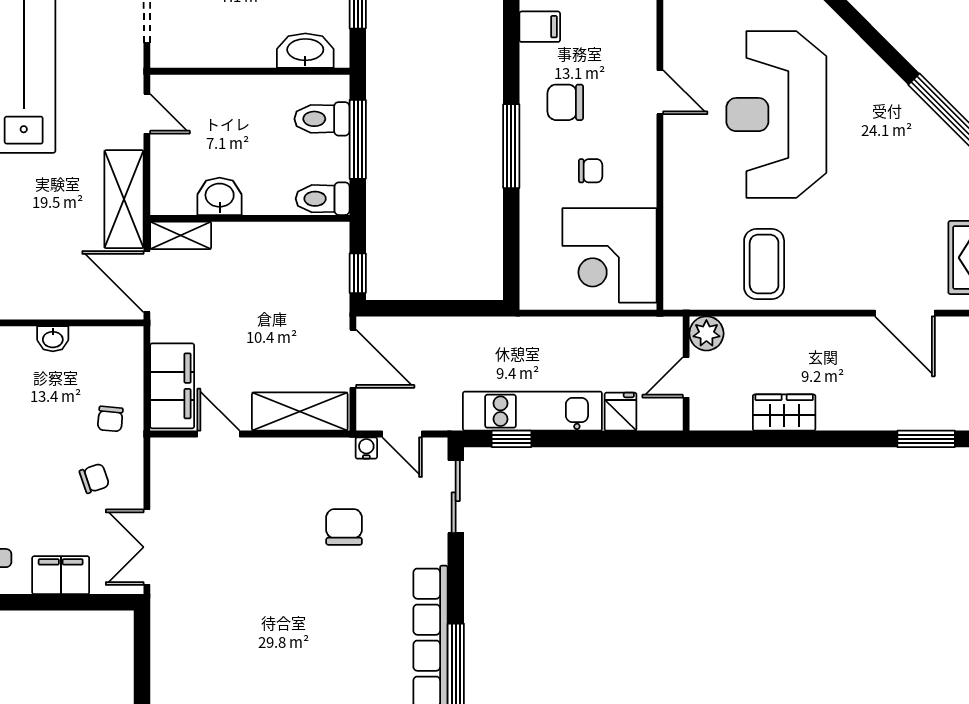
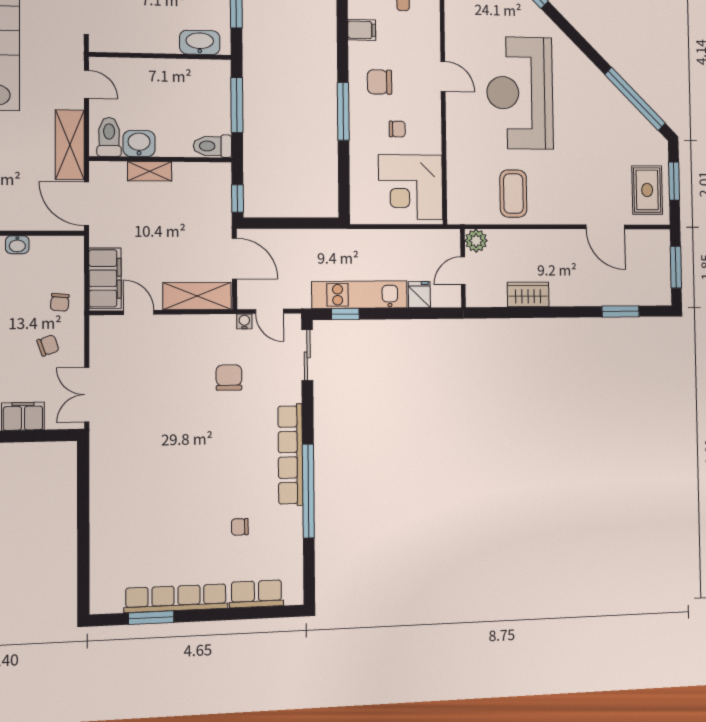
toilet: (322, 119) -> (109, 137), moved, turned 90
shelving: (181, 235) -> (150, 171), moved

